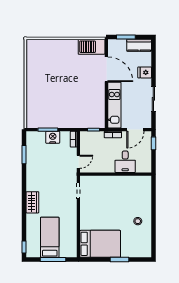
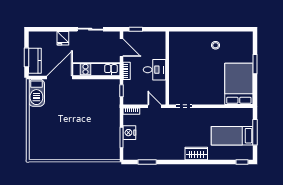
kitchen counter: (139, 45) -> (35, 61), moved
desk: (125, 162) -> (155, 70), moved

